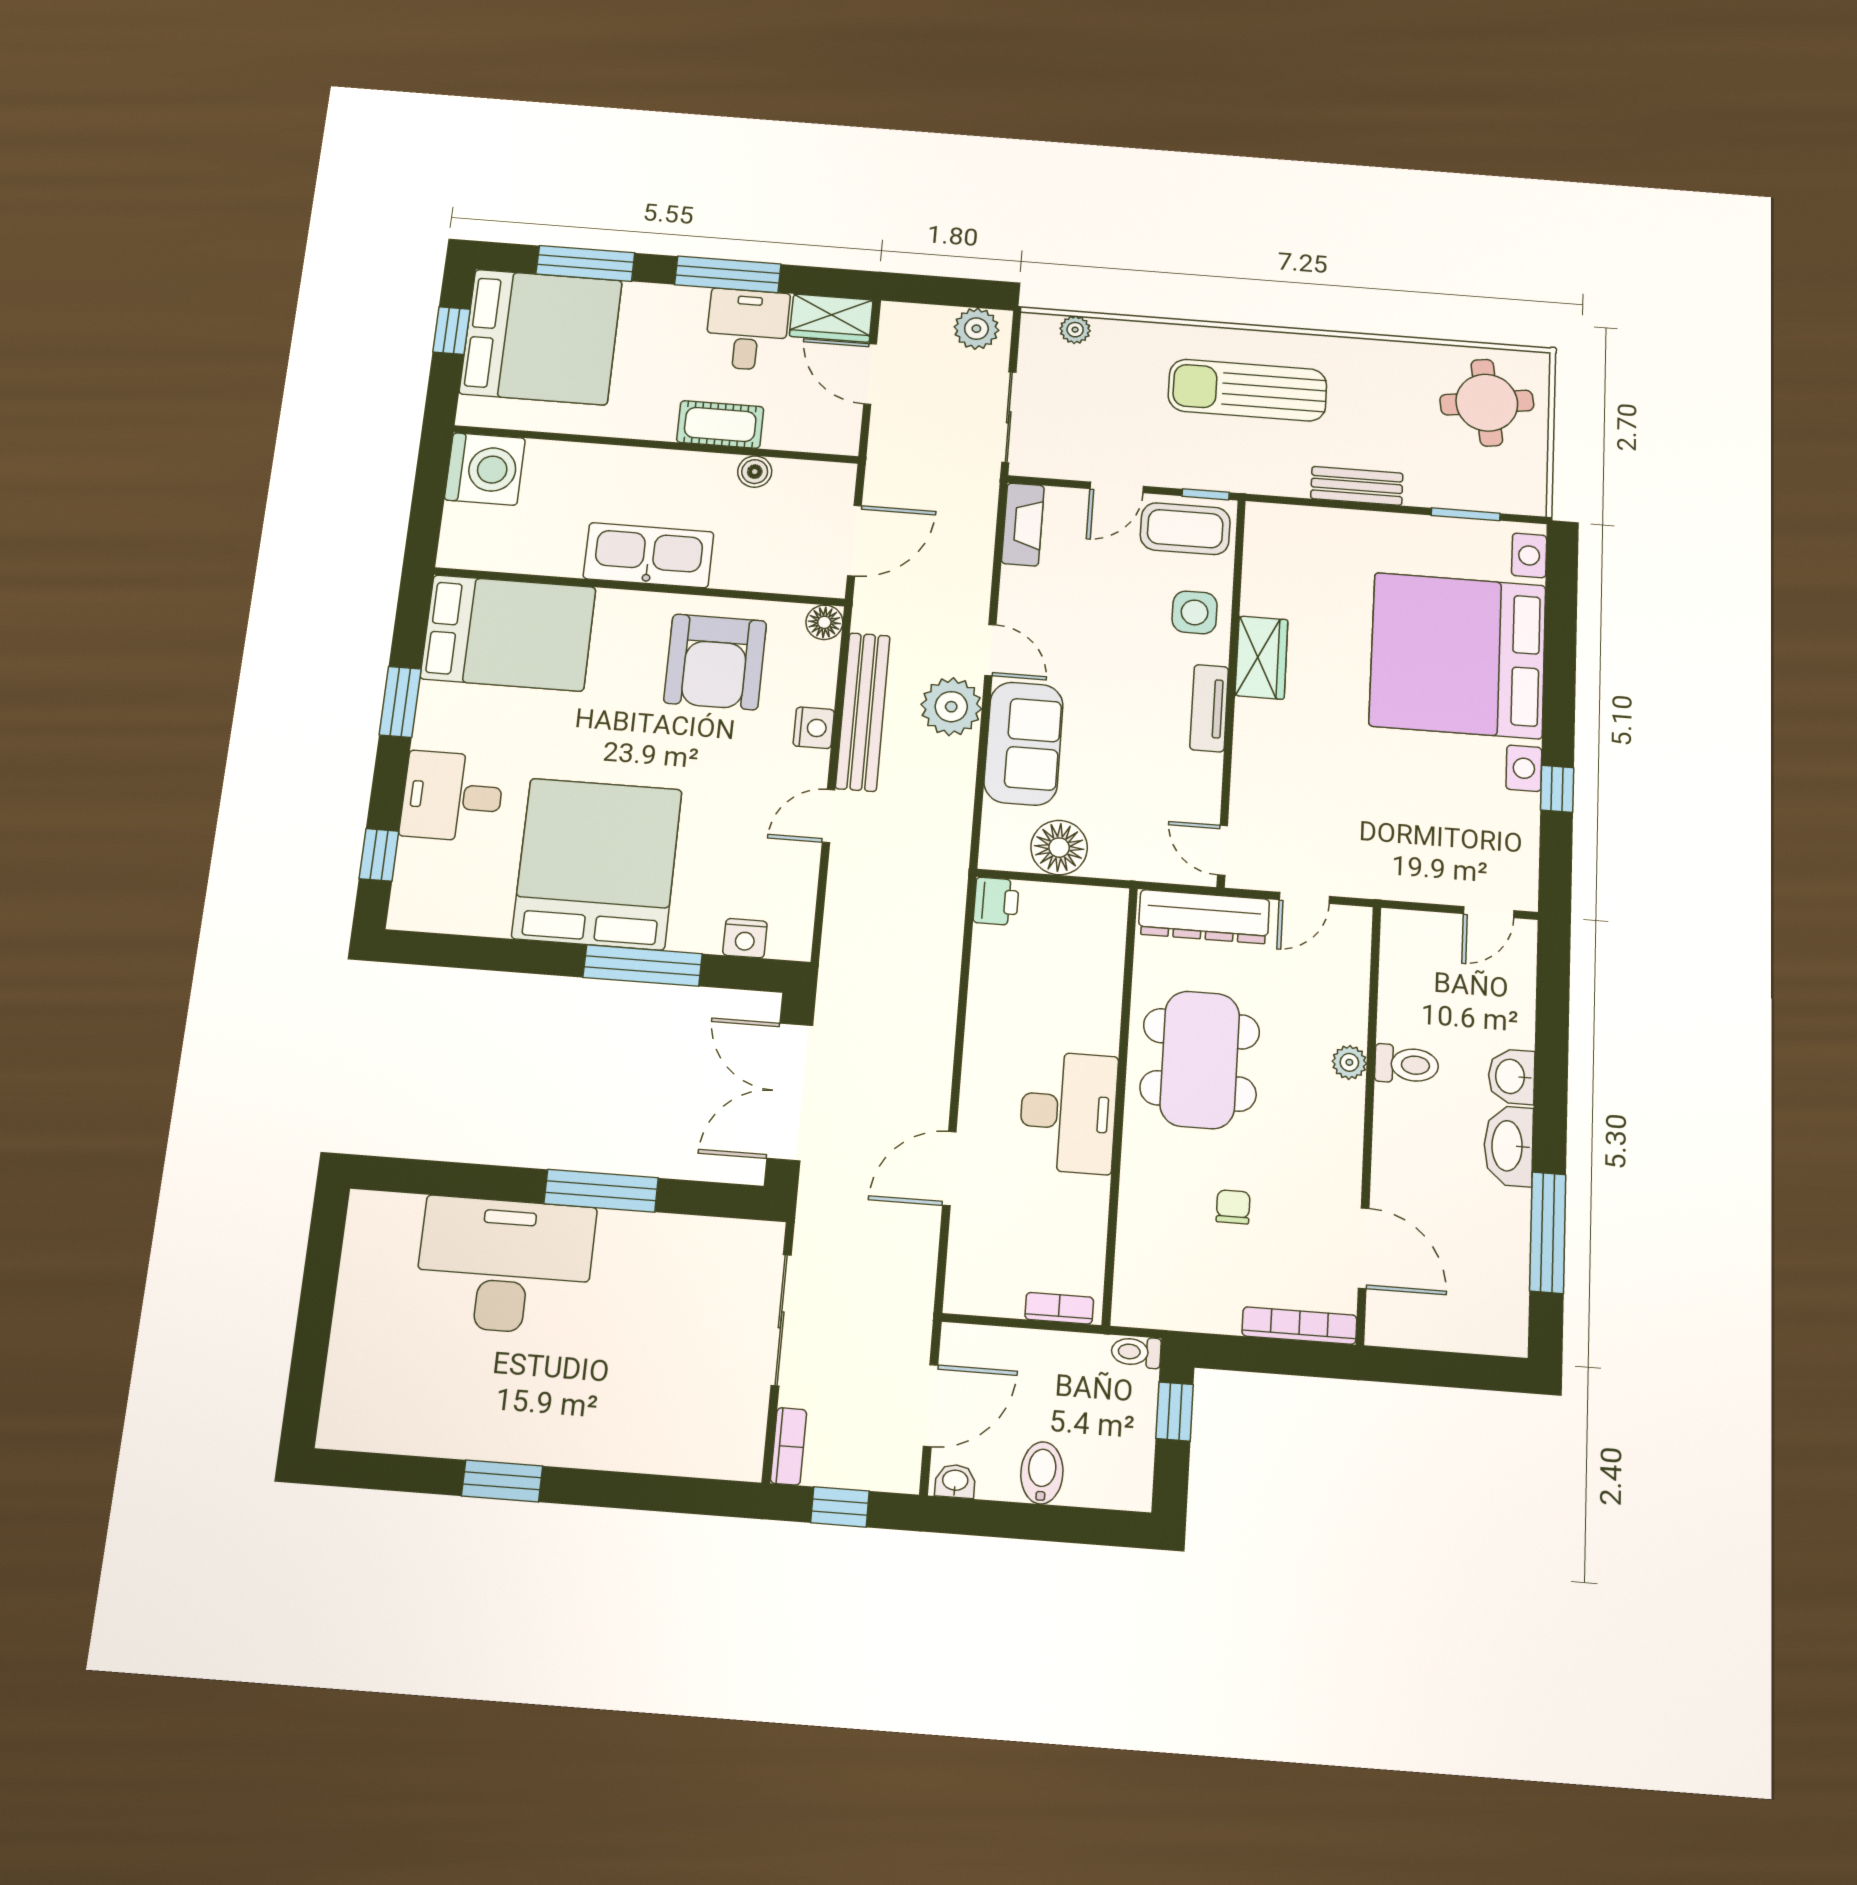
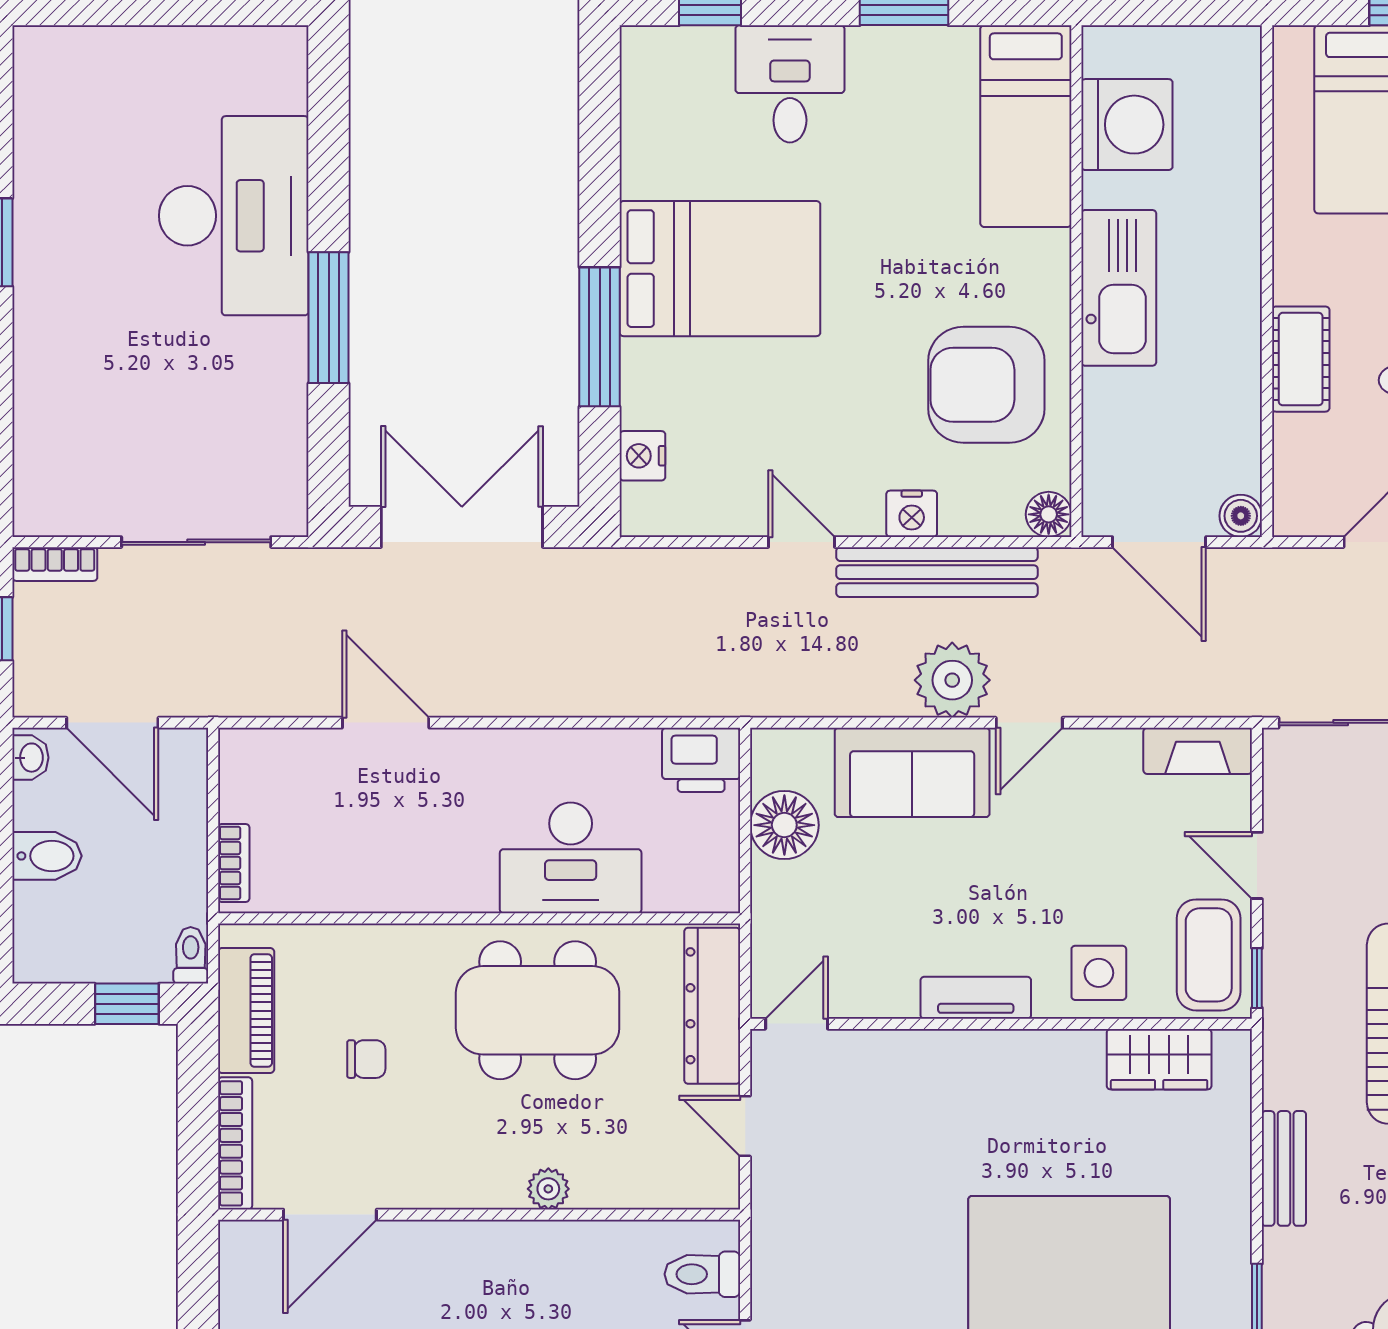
washing machine: (485, 469) -> (1127, 125), moved, turned -90
boiler: (755, 472) -> (1241, 516), moved
bed: (508, 633) -> (1026, 126), width x0.67
wardrobe: (1262, 658) -> (1159, 1059), moved
bed: (597, 864) -> (720, 269), width x0.73
printer: (996, 901) -> (701, 760), width x1.36, depth x1.24
toilet: (1407, 1064) -> (702, 1274), moved, turned 90
desk: (1068, 1112) -> (571, 858), moved
piano: (1186, 1307) -> (246, 1011), added

